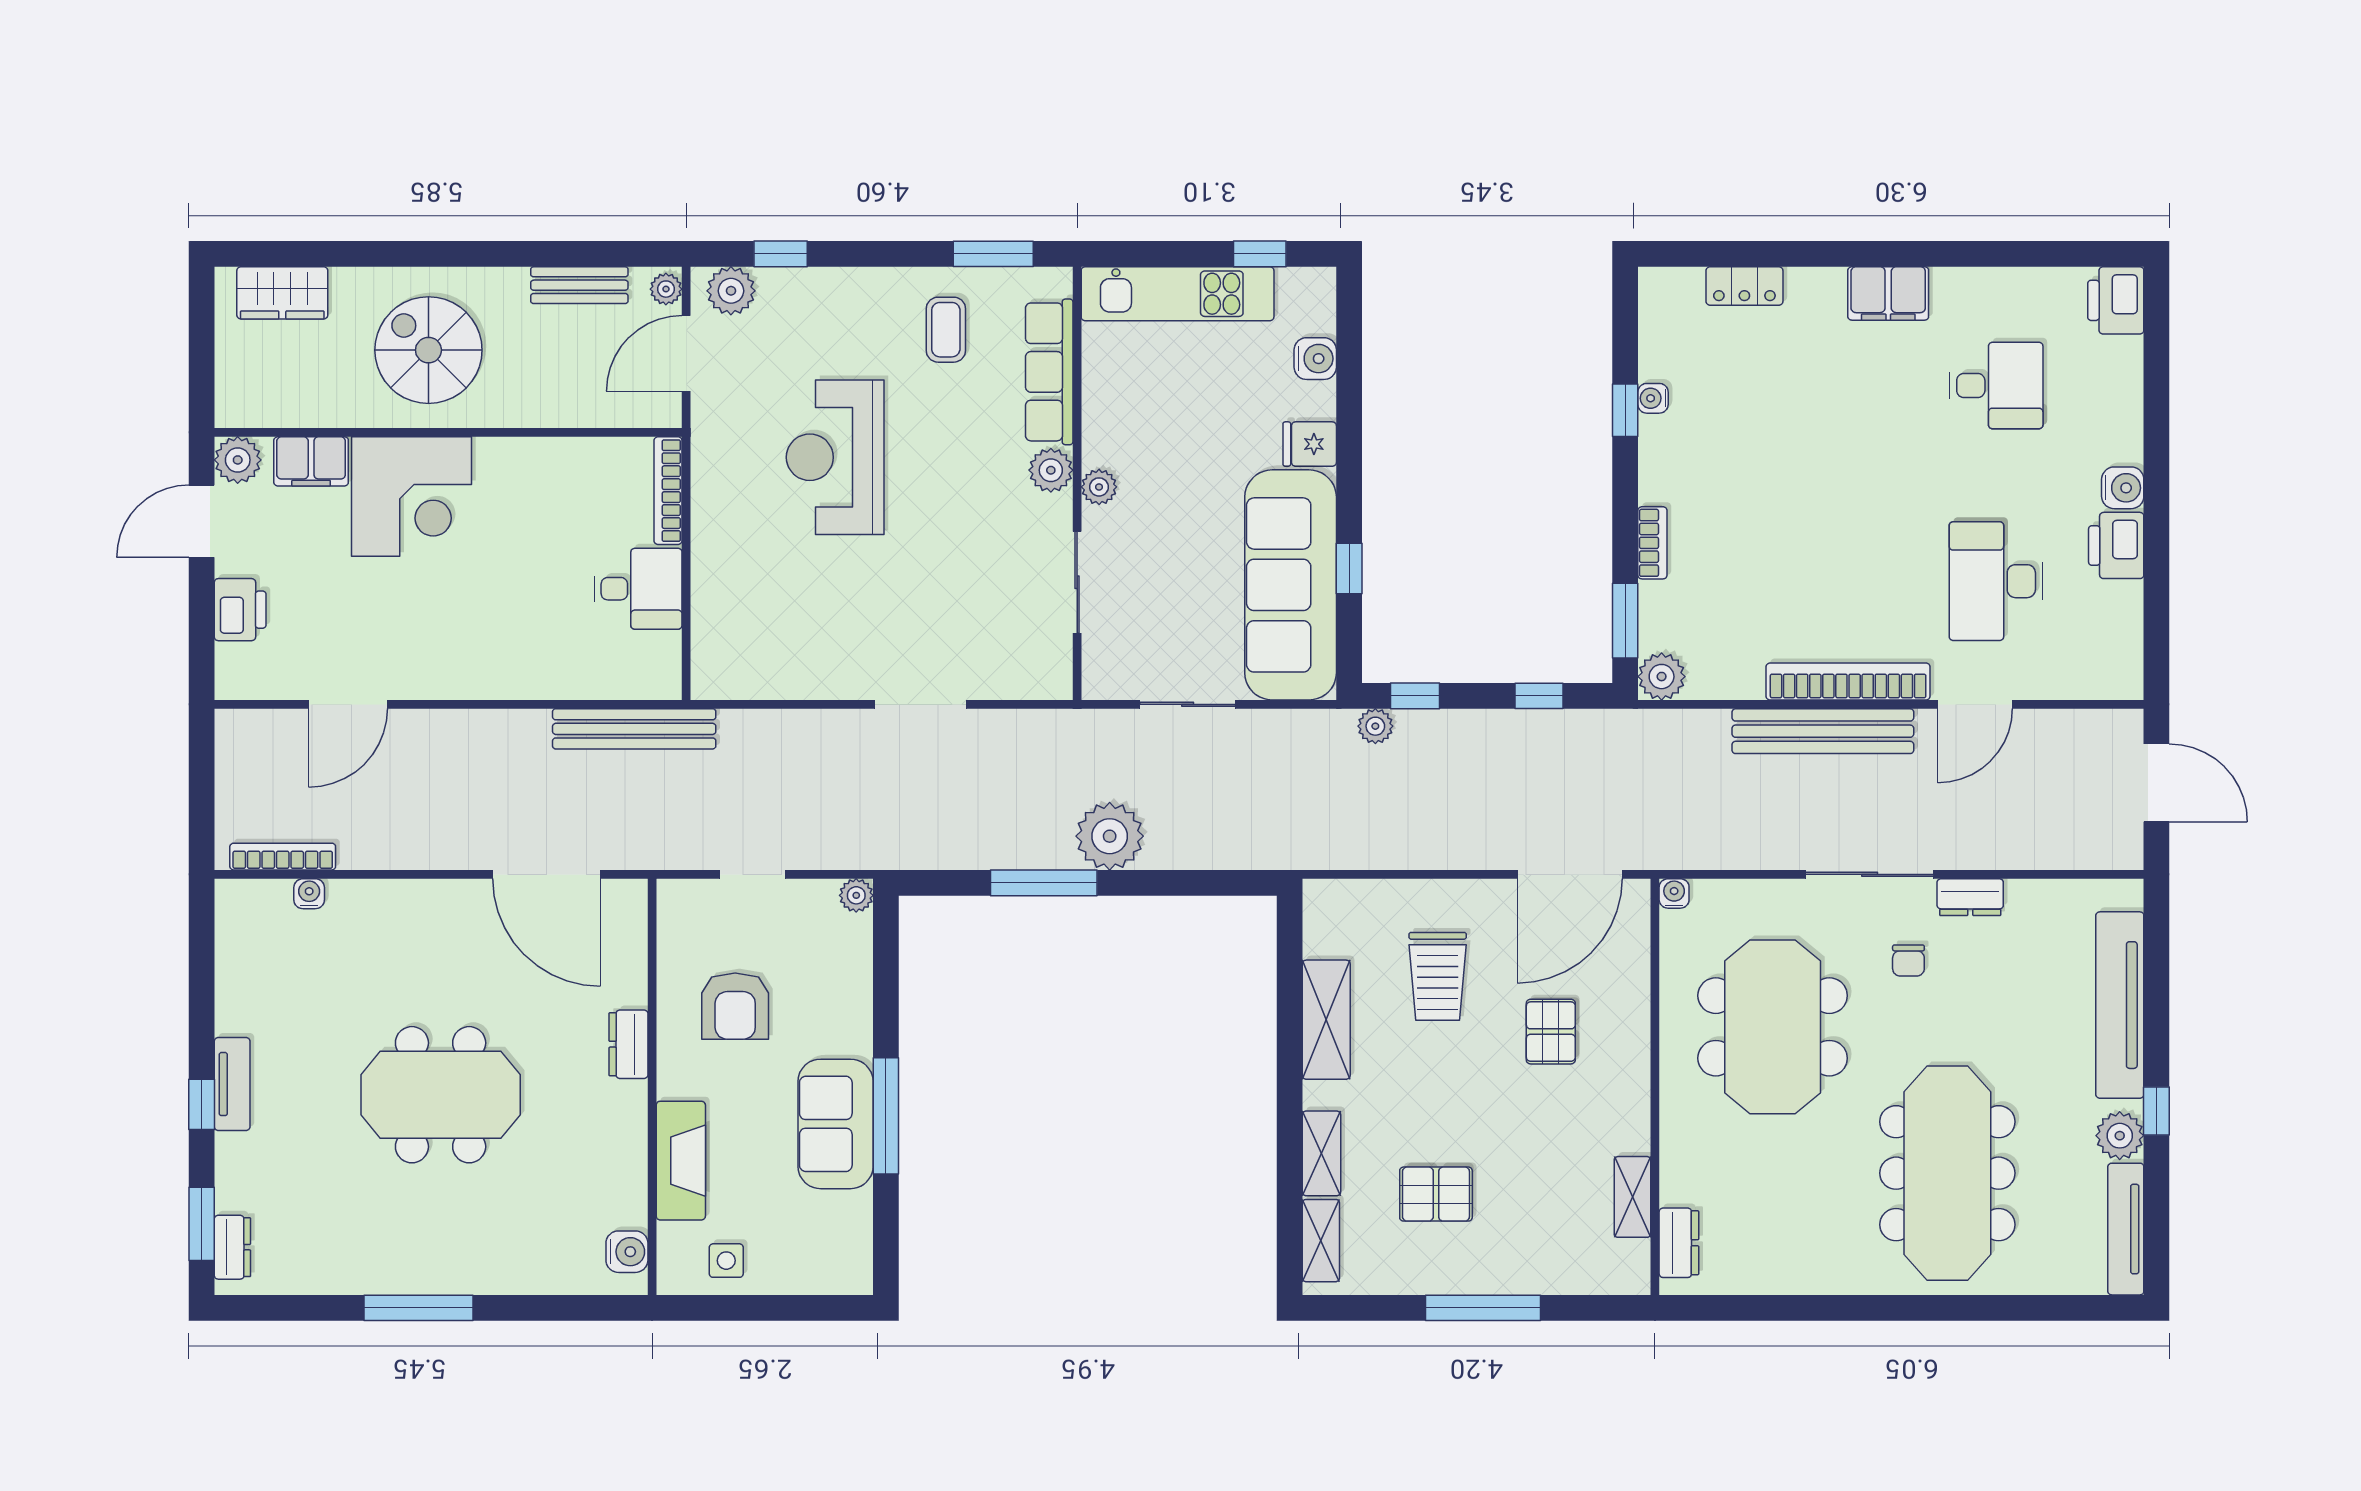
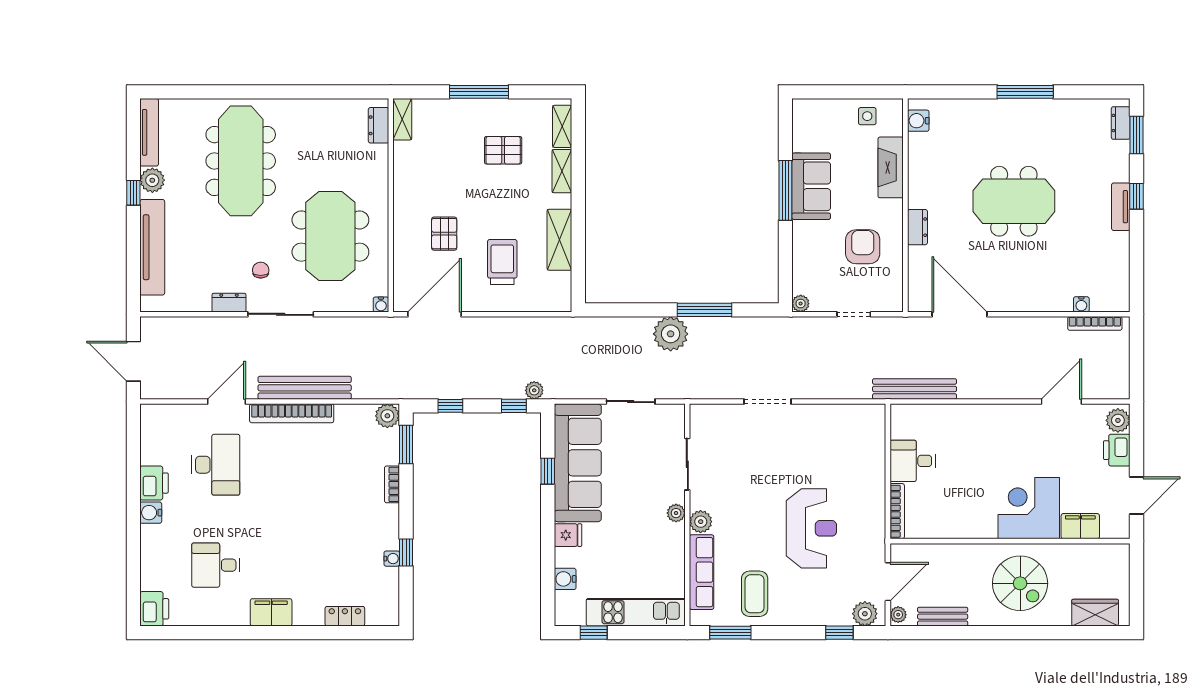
coffee table: (946, 330) -> (755, 594), width x1.36, depth x1.30
plant: (238, 460) -> (1118, 420), moved
shelving: (1632, 1197) -> (402, 119), moved

